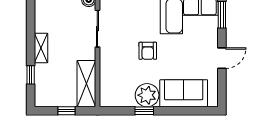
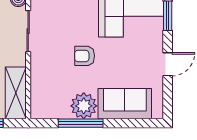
armchair: (148, 51) -> (85, 56), turned 90
window: (144, 111) -> (81, 123), width x2.17

